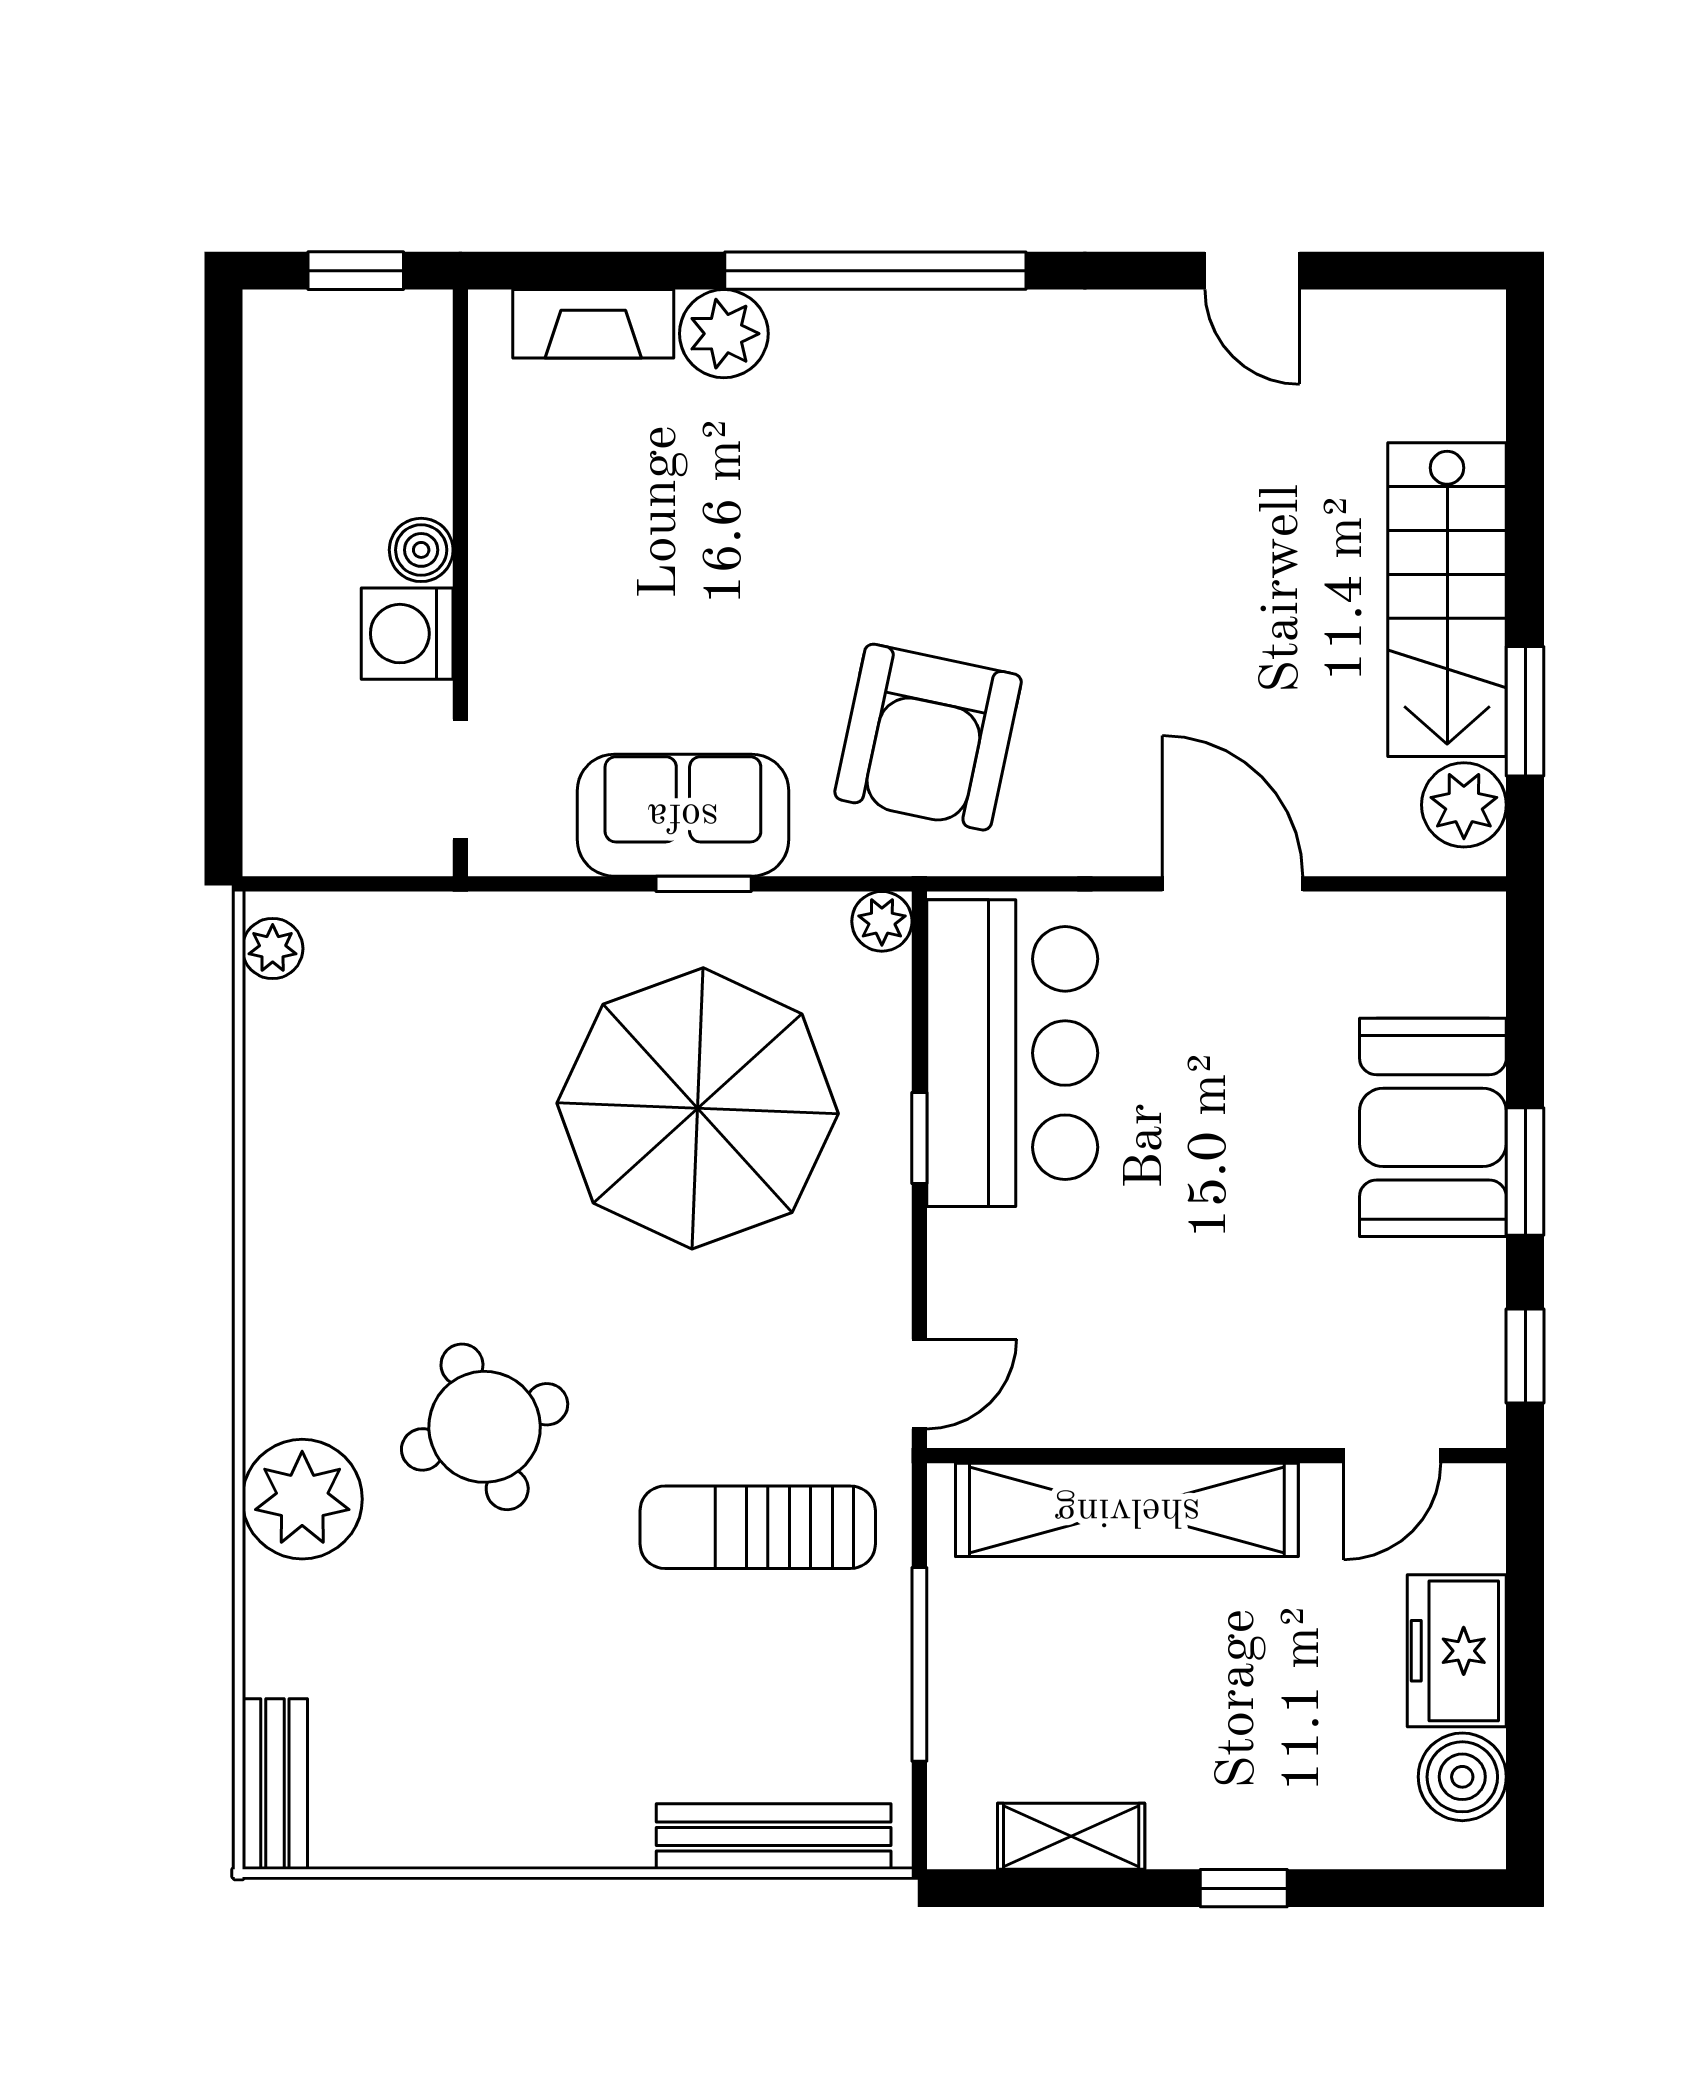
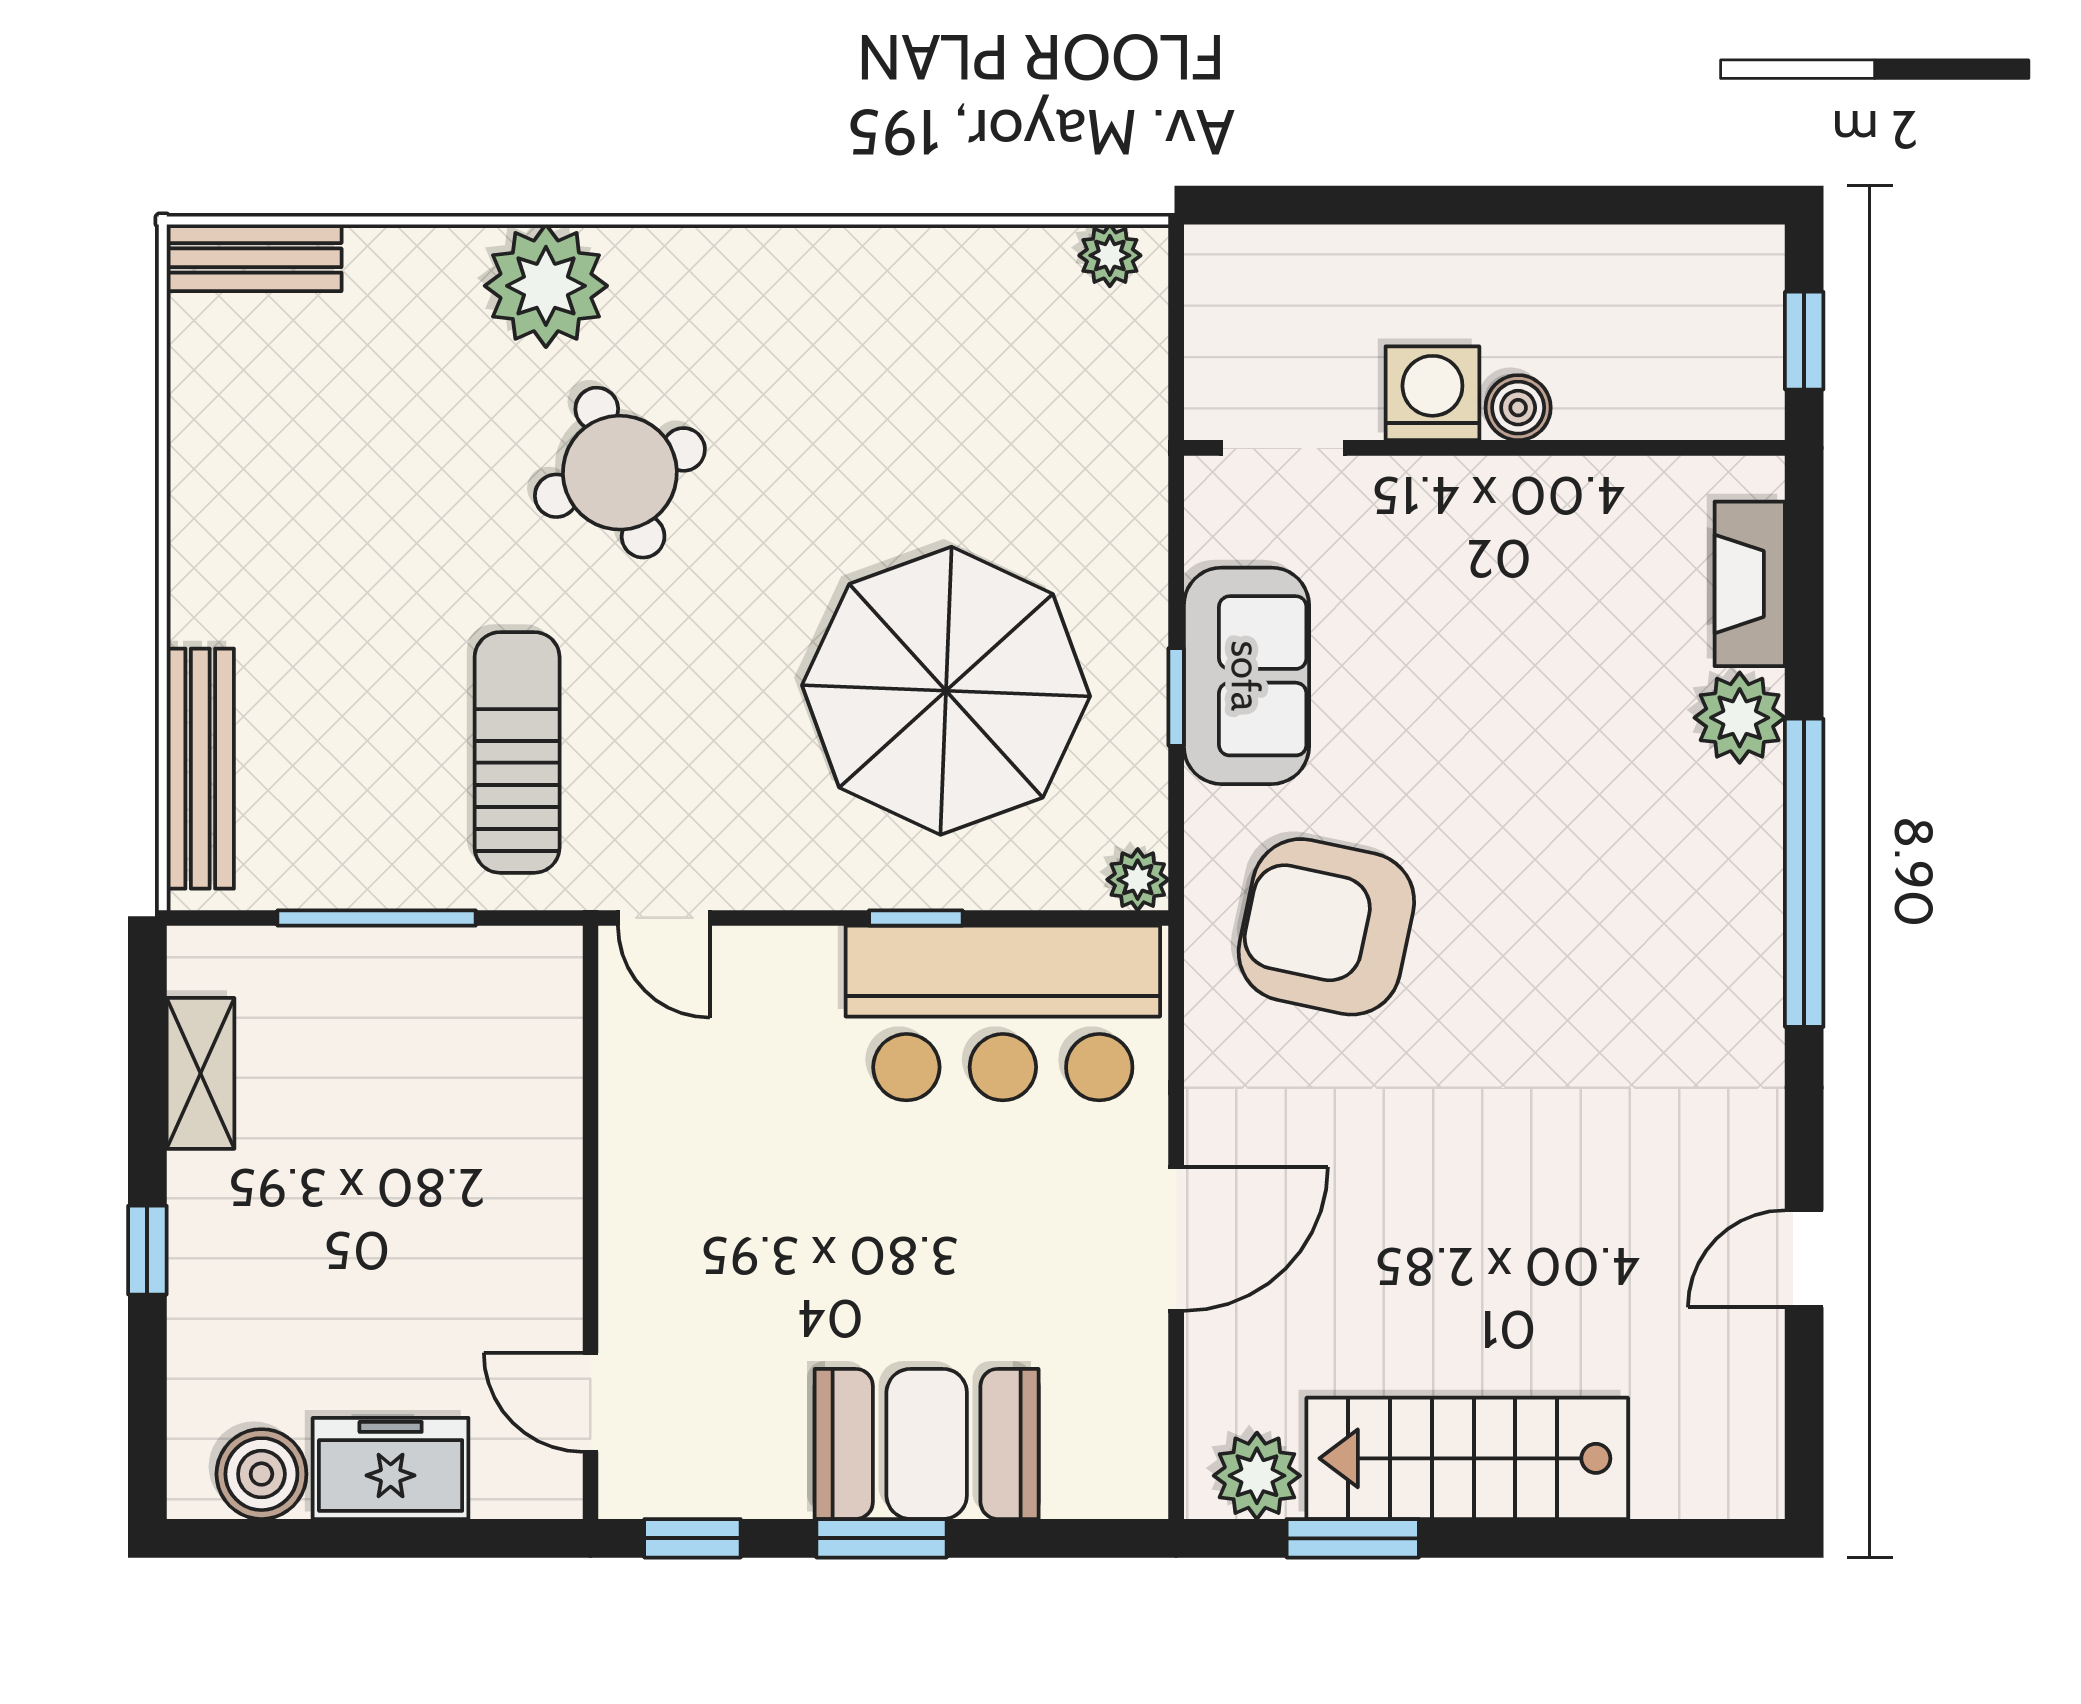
shelving: (1127, 1510) -> (535, 1130), removed

